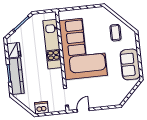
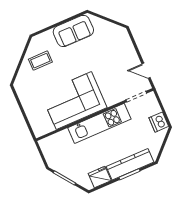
kitchen unit: (52, 44) -> (99, 123), moved
corner sofa: (83, 48) -> (74, 101), width x0.73, depth x0.74

